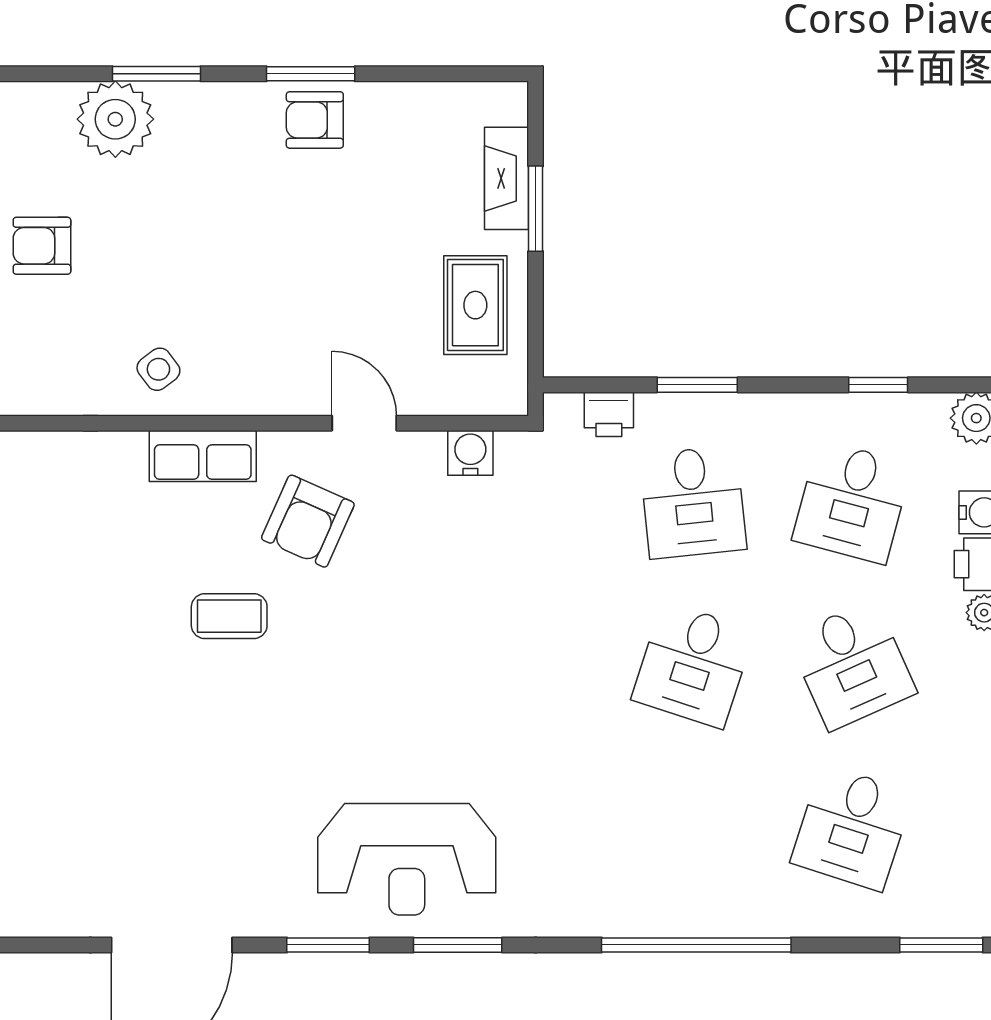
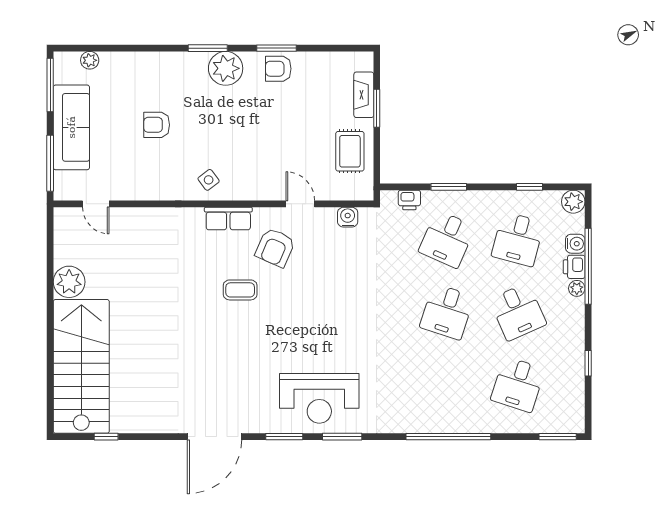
plant: (115, 119) -> (226, 68), moved
desk: (693, 502) -> (447, 239), turned 30

